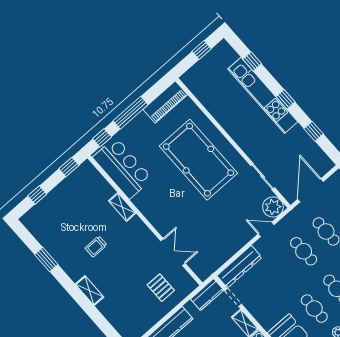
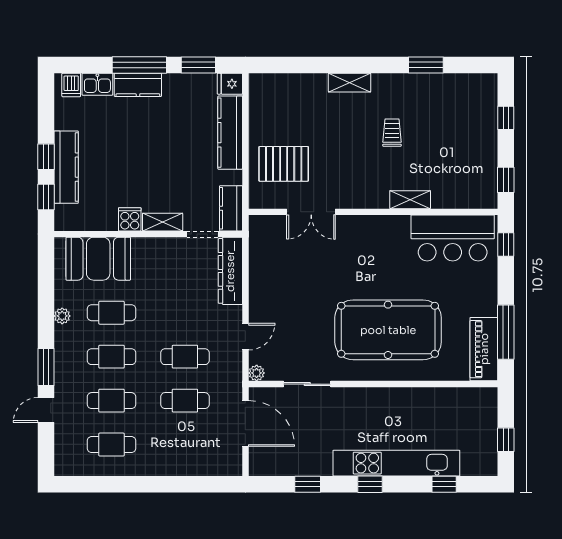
window: (131, 113) -> (506, 332), moved
plant: (273, 207) -> (257, 373), width x0.53, depth x0.53
pallet: (161, 288) -> (284, 164), width x1.50, depth x1.42

